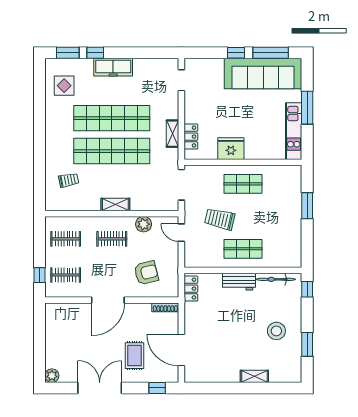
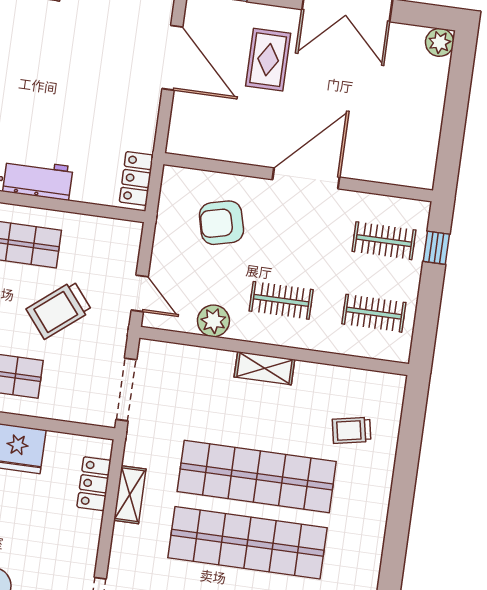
trolley: (220, 219) -> (59, 310), turned 128
shoe rack: (165, 307) -> (193, 148), removed

